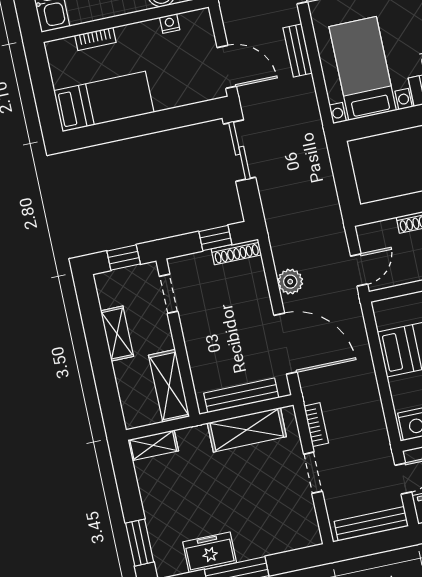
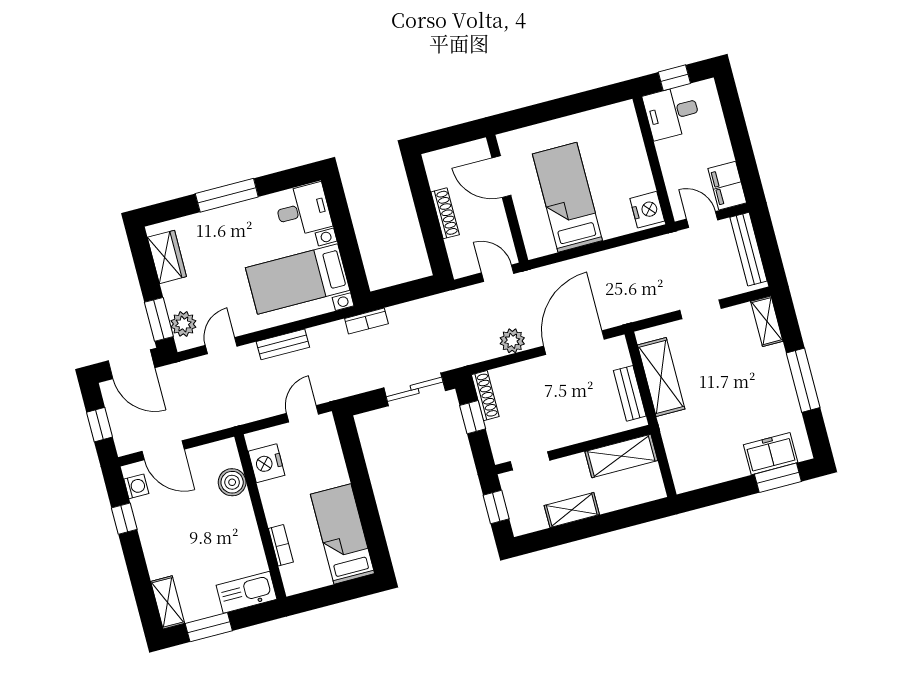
nightstand: (170, 24) -> (266, 463), width x1.89, depth x1.79
door: (227, 67) -> (302, 414), width x0.73
sliding door: (240, 151) -> (415, 389), moved
bench: (241, 395) -> (630, 393), width x0.73
bookcase: (316, 425) -> (366, 321), moved, turned 180
shelving: (153, 445) -> (767, 321), moved
freezer: (210, 552) -> (771, 454), moved, turned 90

